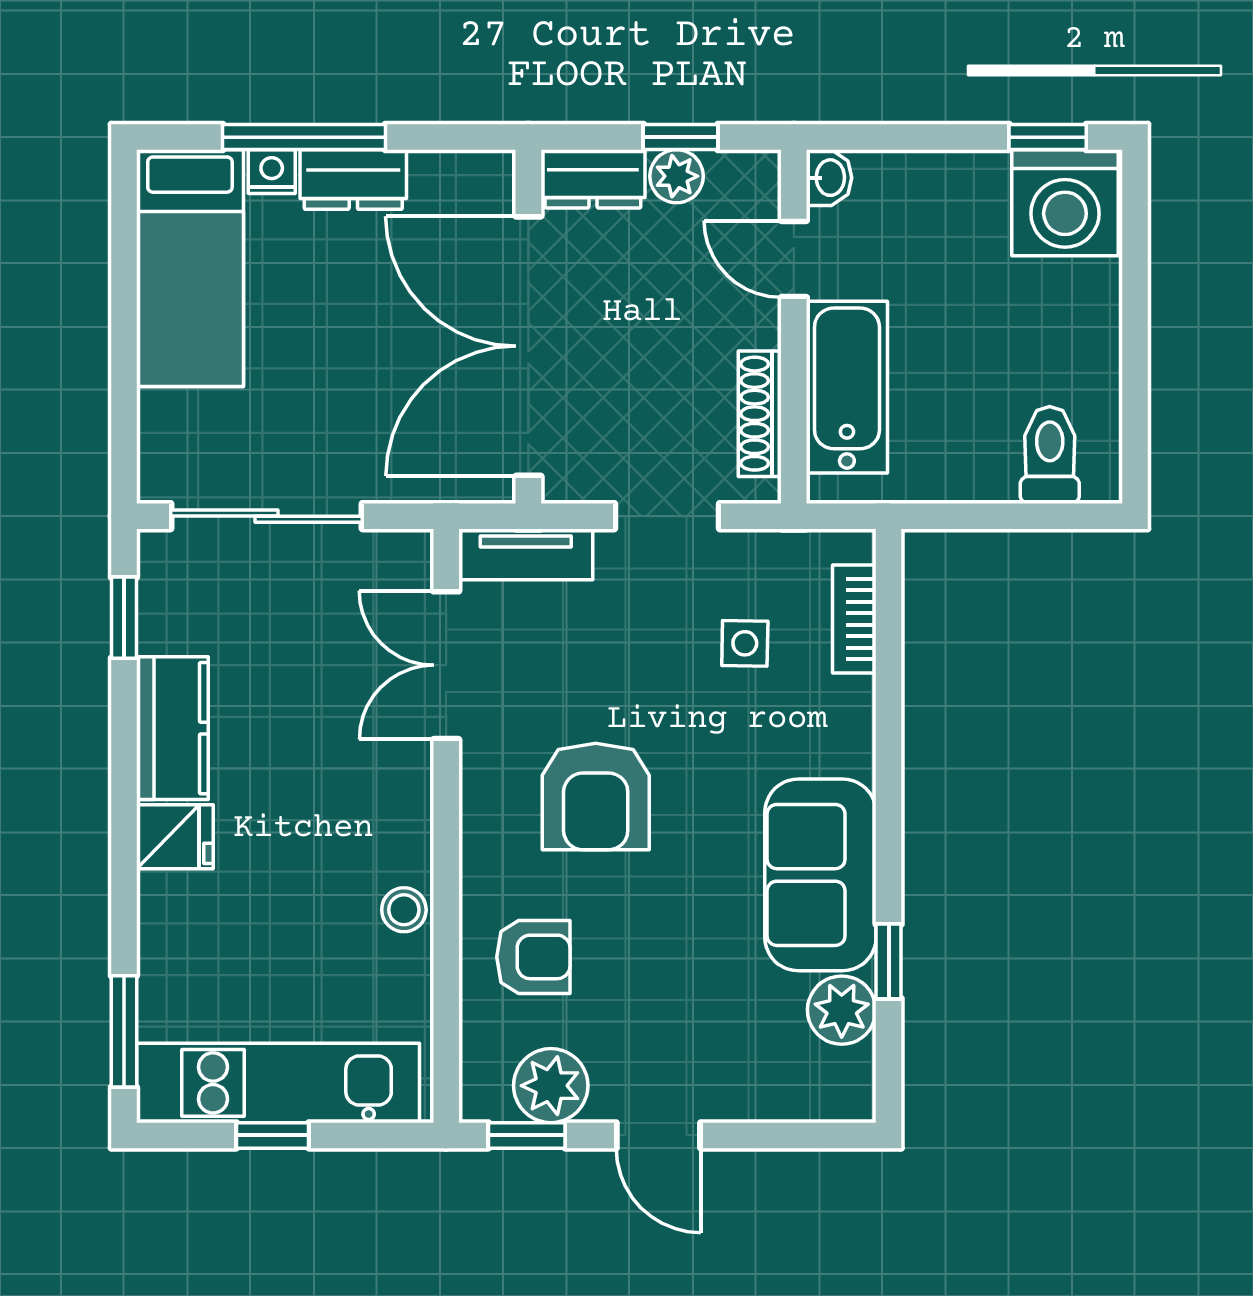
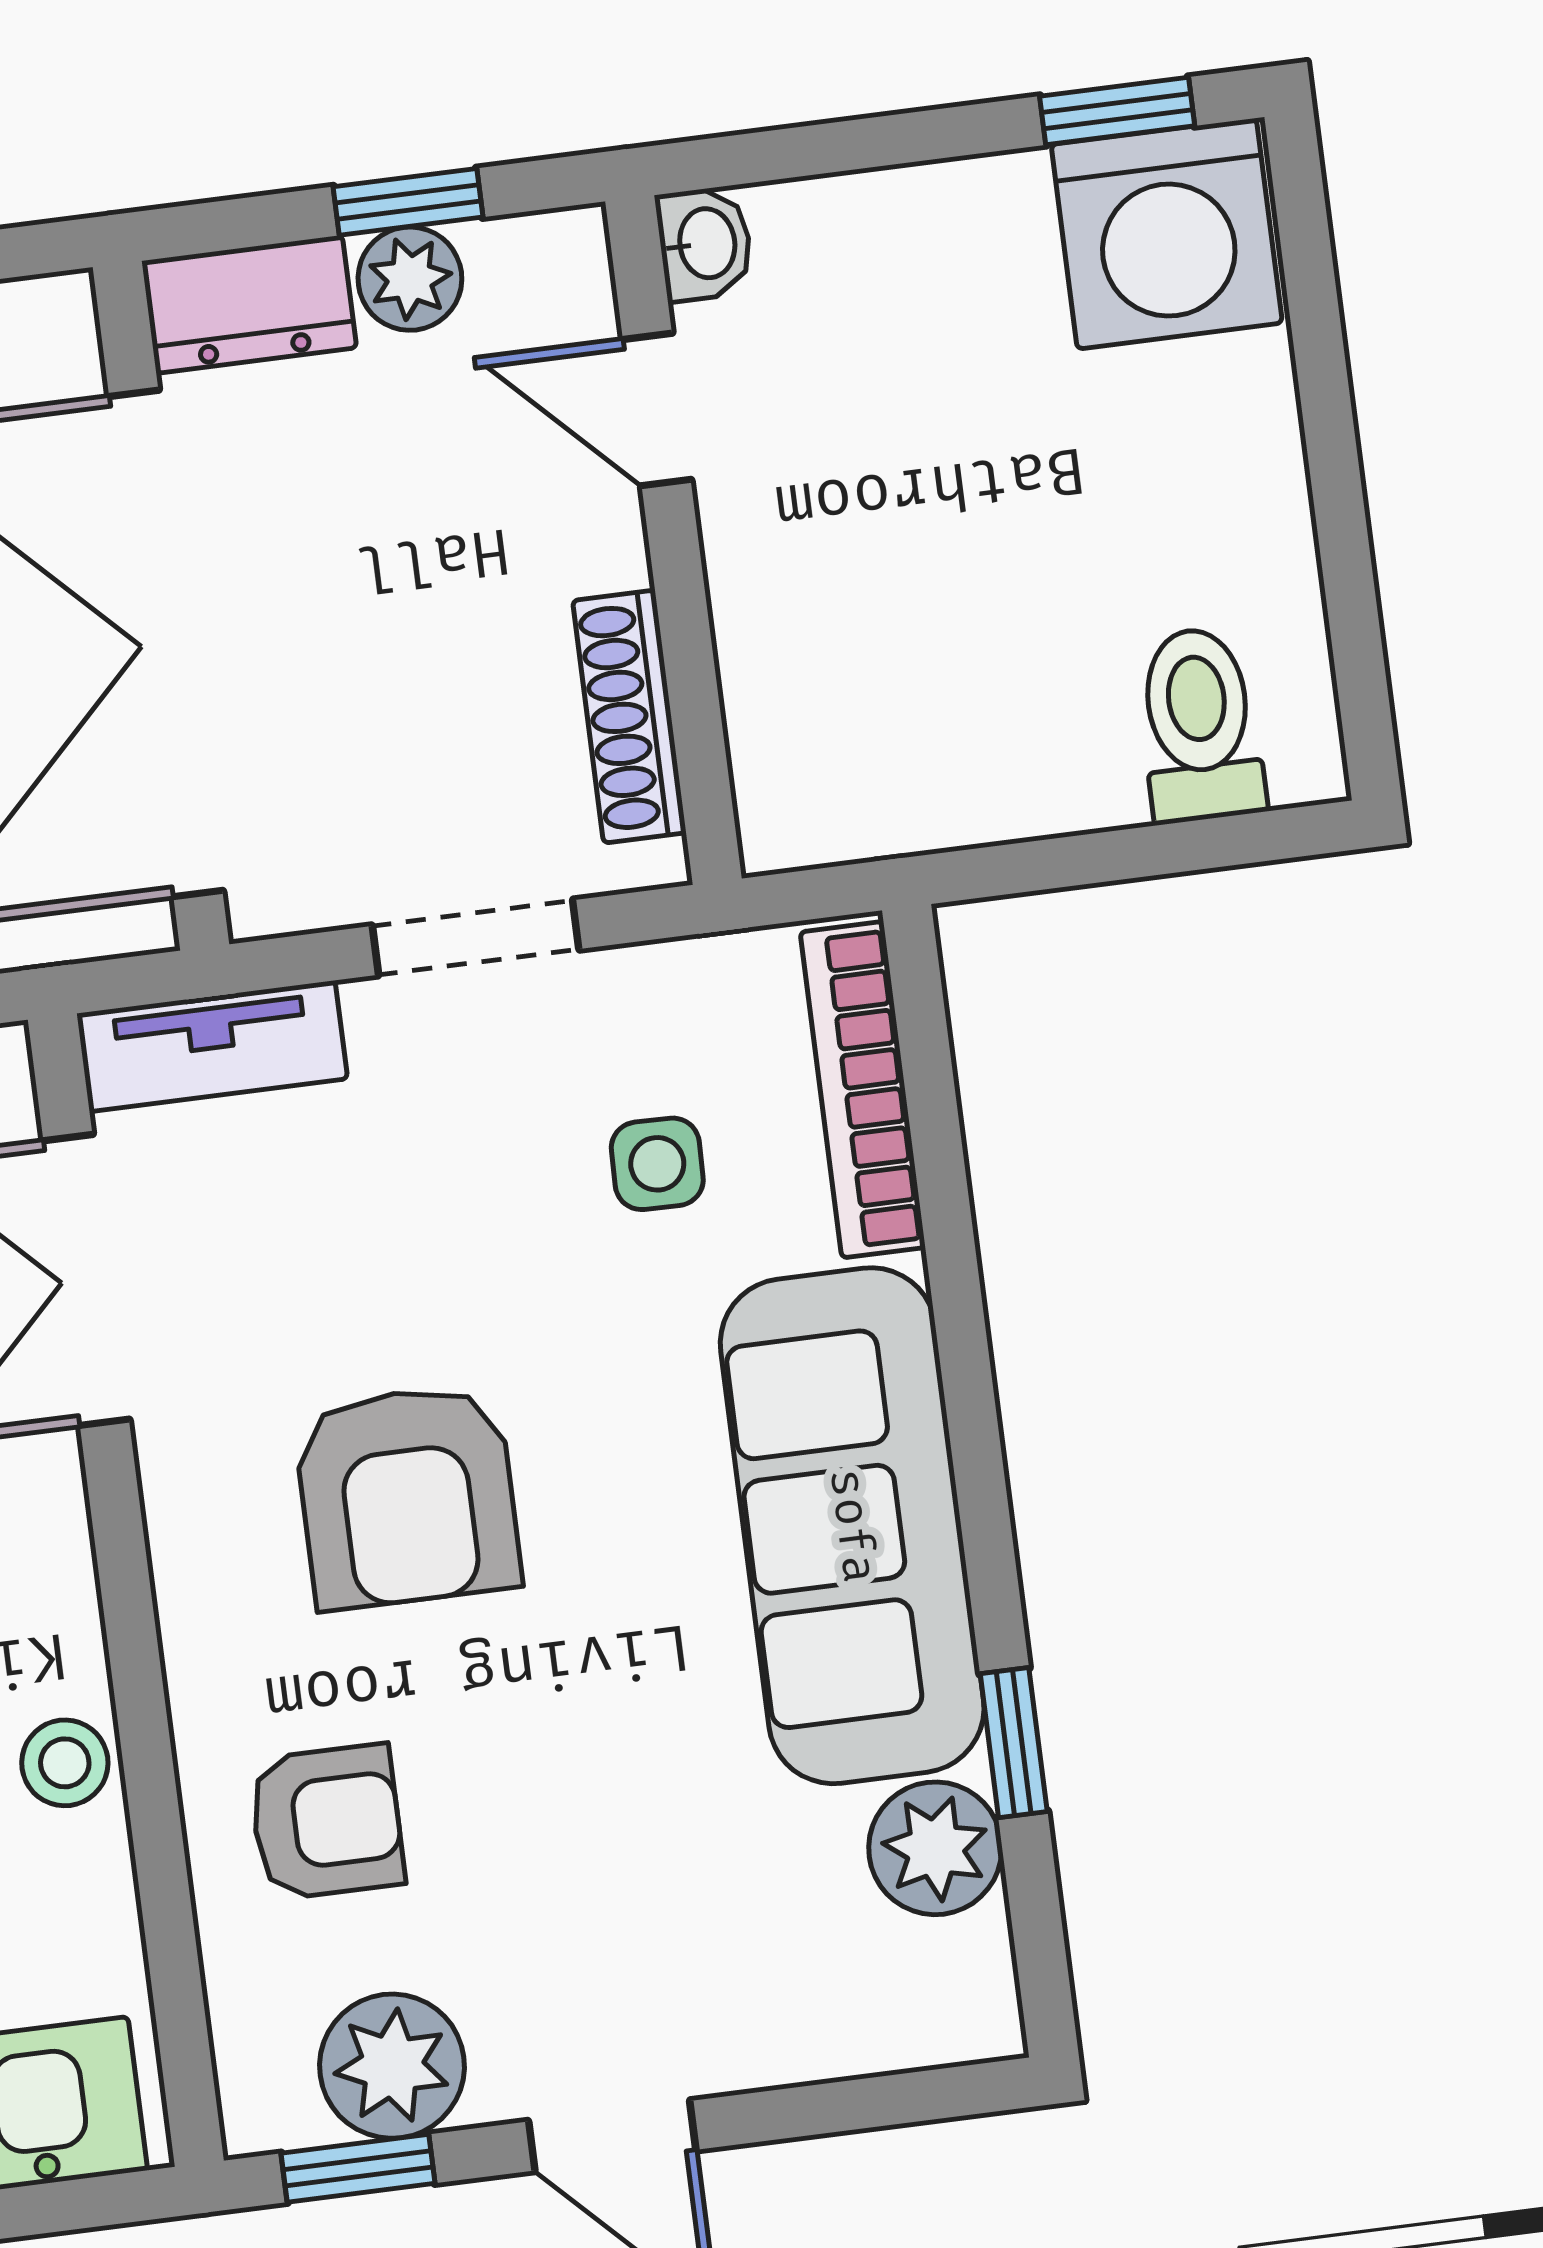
bathtub: (847, 387) -> (791, 644), removed
bookcase: (854, 619) -> (863, 1090), width x1.56
sofa: (820, 875) -> (852, 1526), width x1.36

